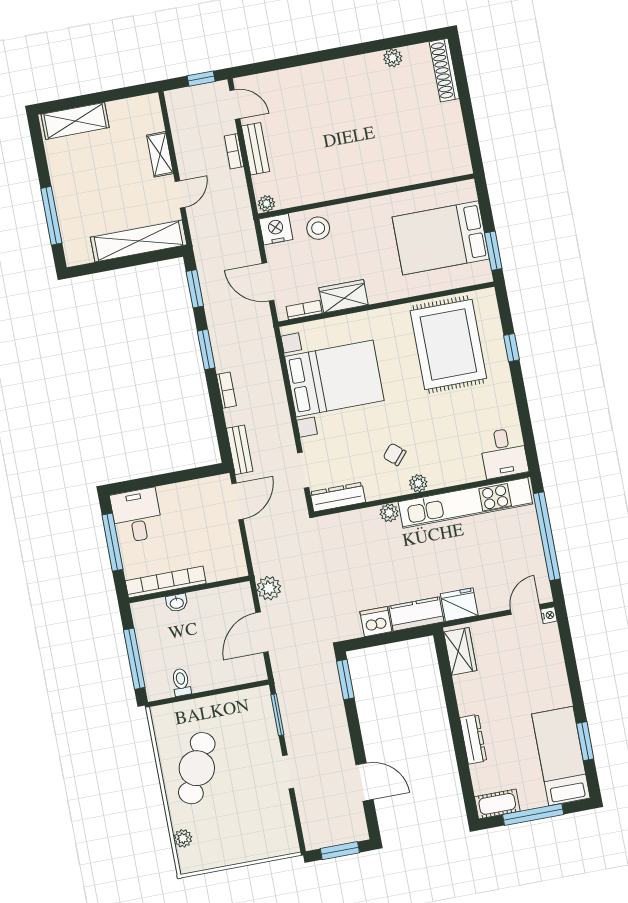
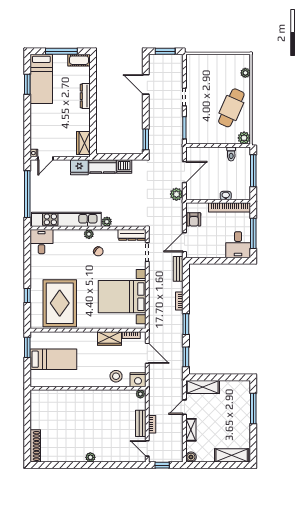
plant: (393, 58) -> (90, 457), moved
boiler: (150, 104) -> (191, 457), added
bed: (441, 238) -> (53, 359), width x0.67
shelving: (139, 241) -> (203, 387), width x0.68
armchair: (228, 547) -> (194, 219), added
plant: (163, 717) -> (244, 138), added

